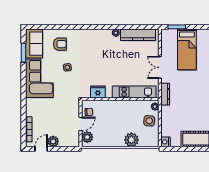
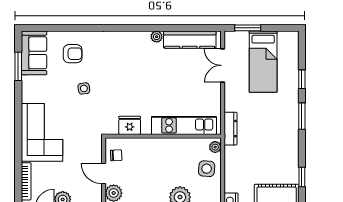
double door: (160, 67) -> (223, 65), moved
corner sofa: (39, 78) -> (42, 132), moved
door: (80, 124) -> (104, 173), swing flipped

